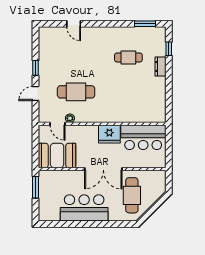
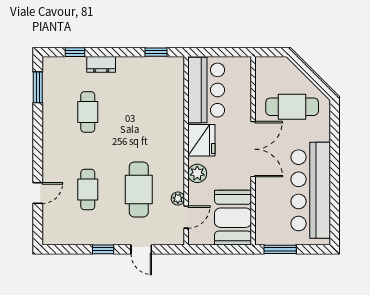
cafe table: (76, 57) -> (88, 189), added
window: (169, 104) -> (156, 52), added
plant: (87, 131) -> (197, 173), added
bar counter: (84, 208) -> (311, 190), width x1.36

